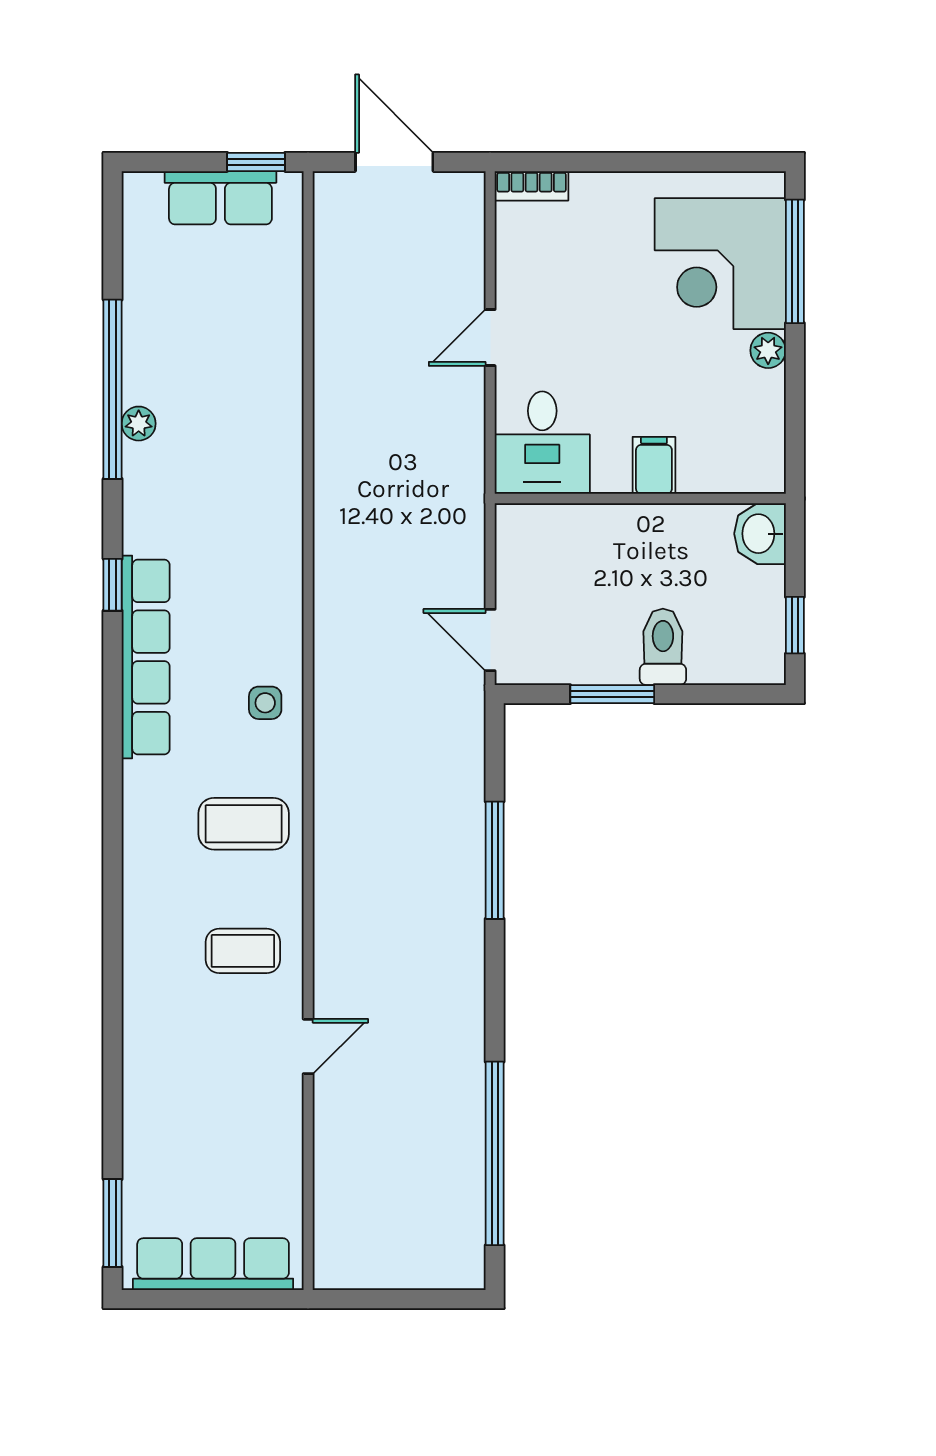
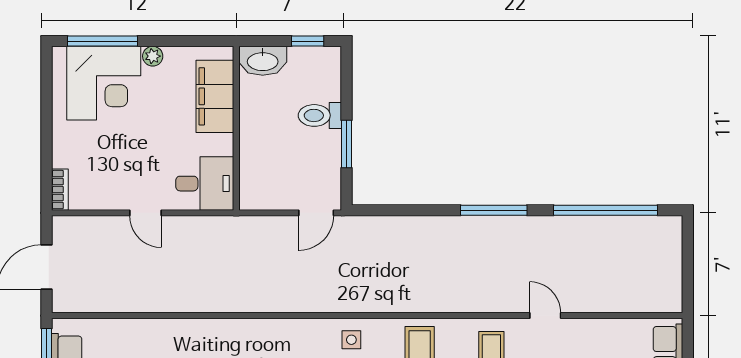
filing cabinet: (654, 465) -> (215, 96), width x3.00, depth x1.17
washbasin: (760, 534) -> (263, 61), width x1.38
window: (495, 860) -> (494, 210), moved

